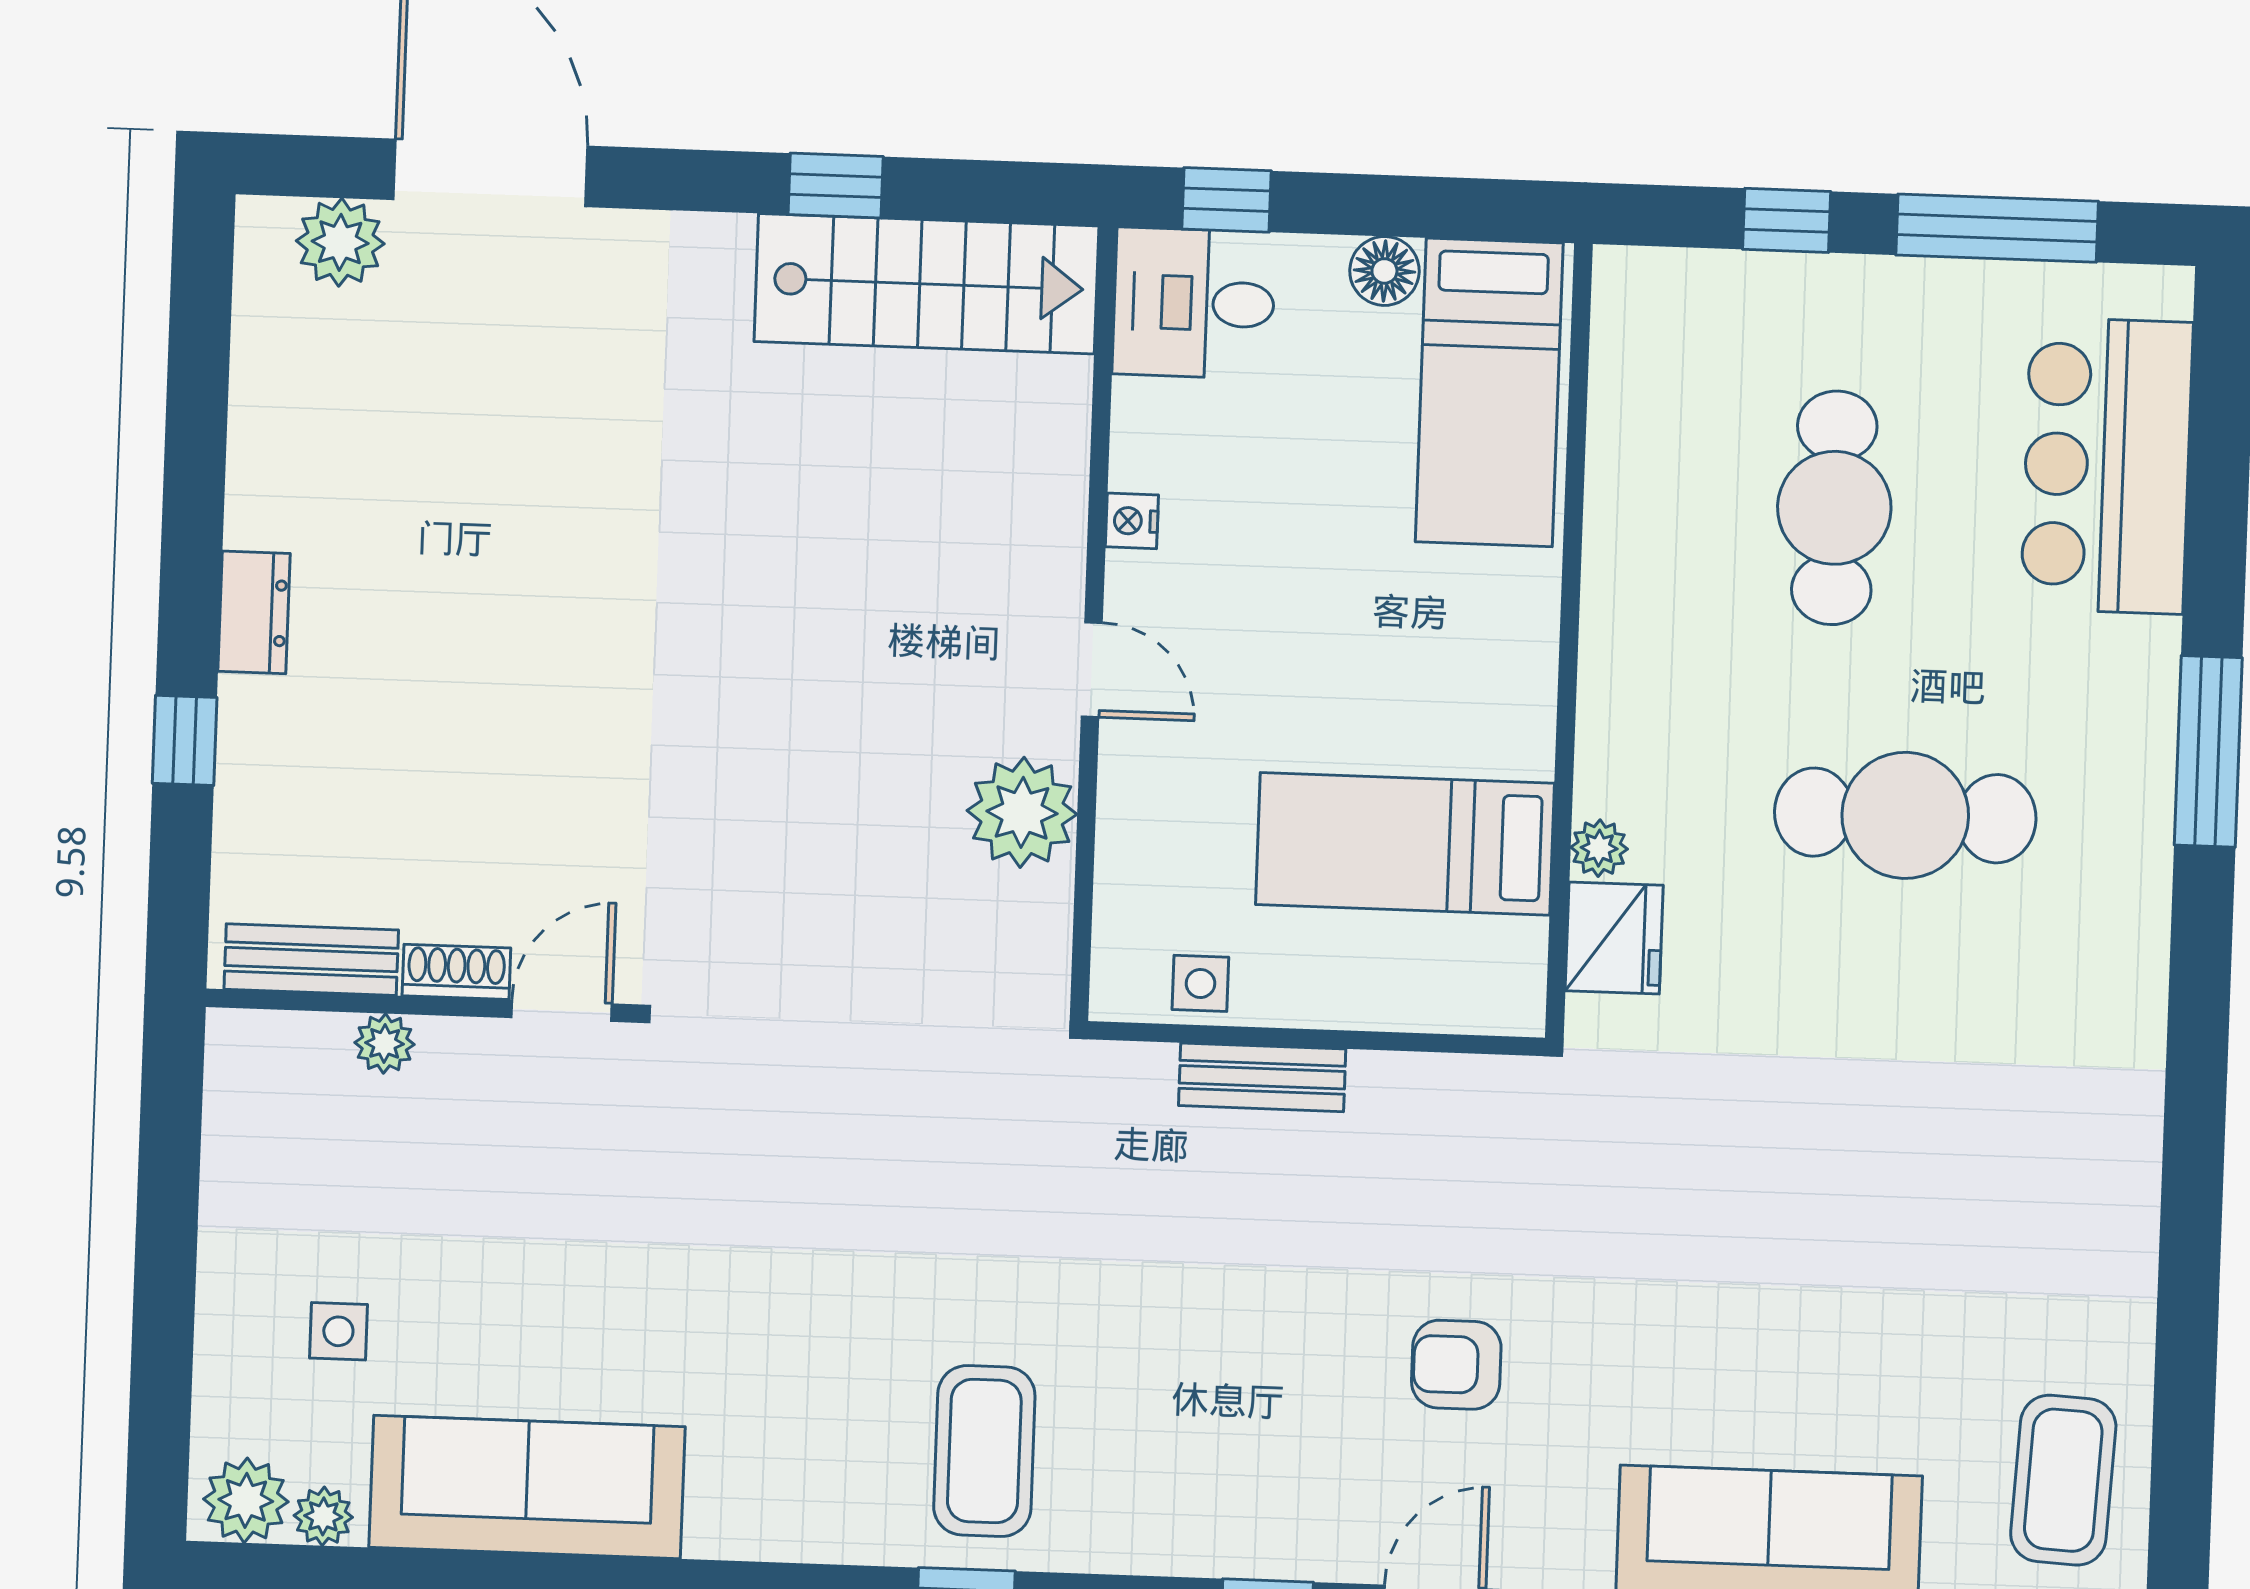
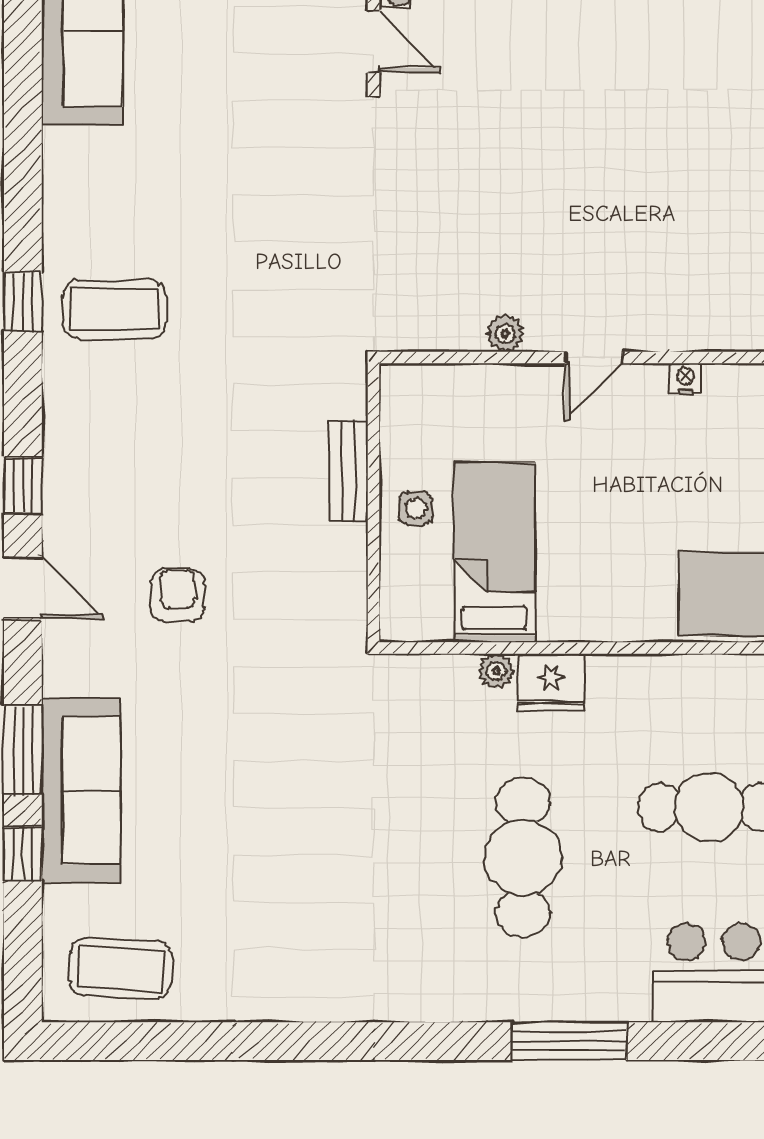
plant: (1022, 812) -> (505, 334), width x0.53, depth x0.53
fridge: (1614, 938) -> (551, 682), moved
side table: (1200, 983) -> (416, 508), moved

